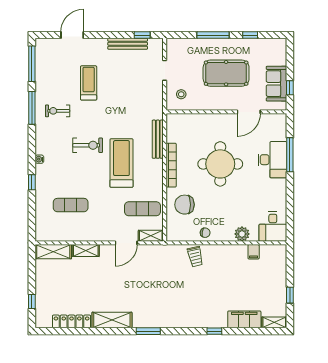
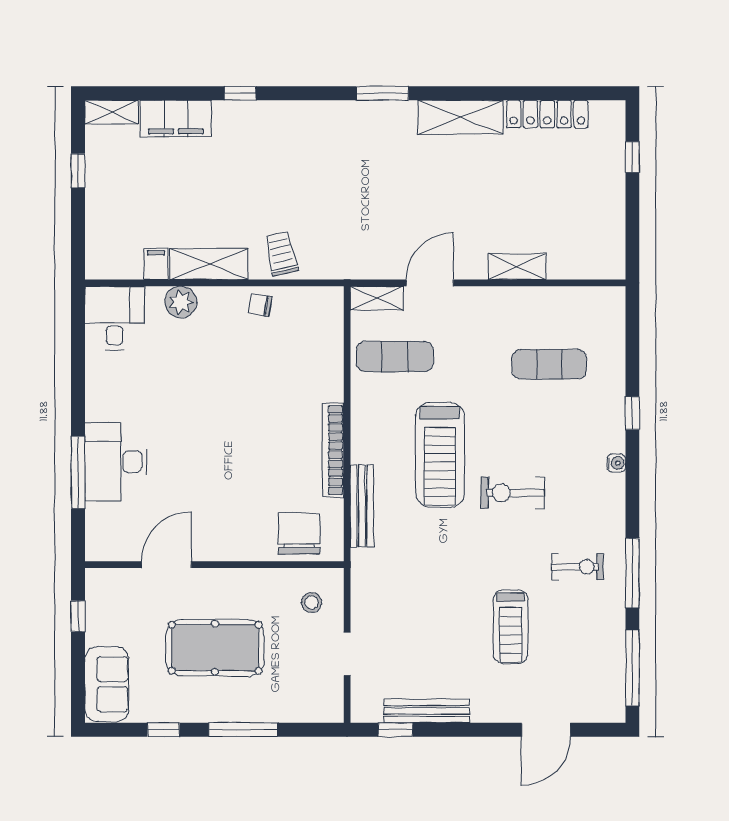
sofa: (276, 84) -> (107, 684), moved
round table: (220, 164) -> (228, 453), removed
chair: (185, 205) -> (299, 533), moved, turned -90
shelving: (53, 252) -> (209, 264), moved

